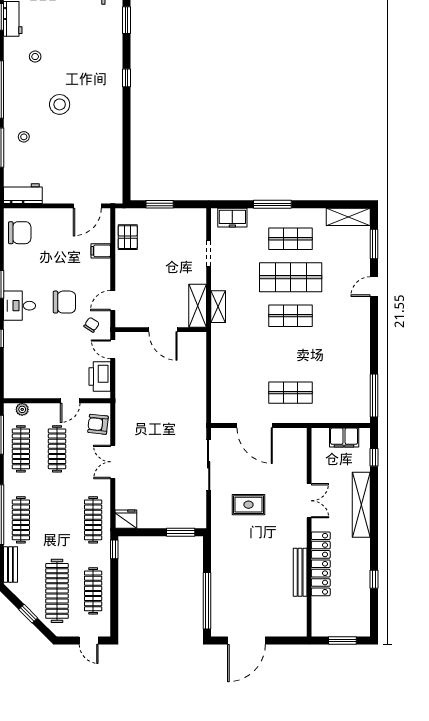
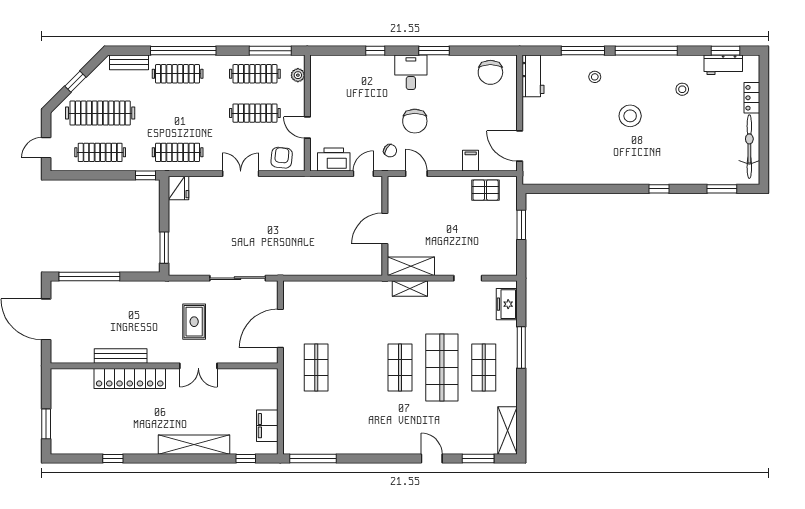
double door: (309, 501) -> (198, 366), moved
wall: (309, 532) -> (164, 366), moved
locker: (321, 564) -> (130, 378), moved
bench: (300, 572) -> (121, 356), moved

